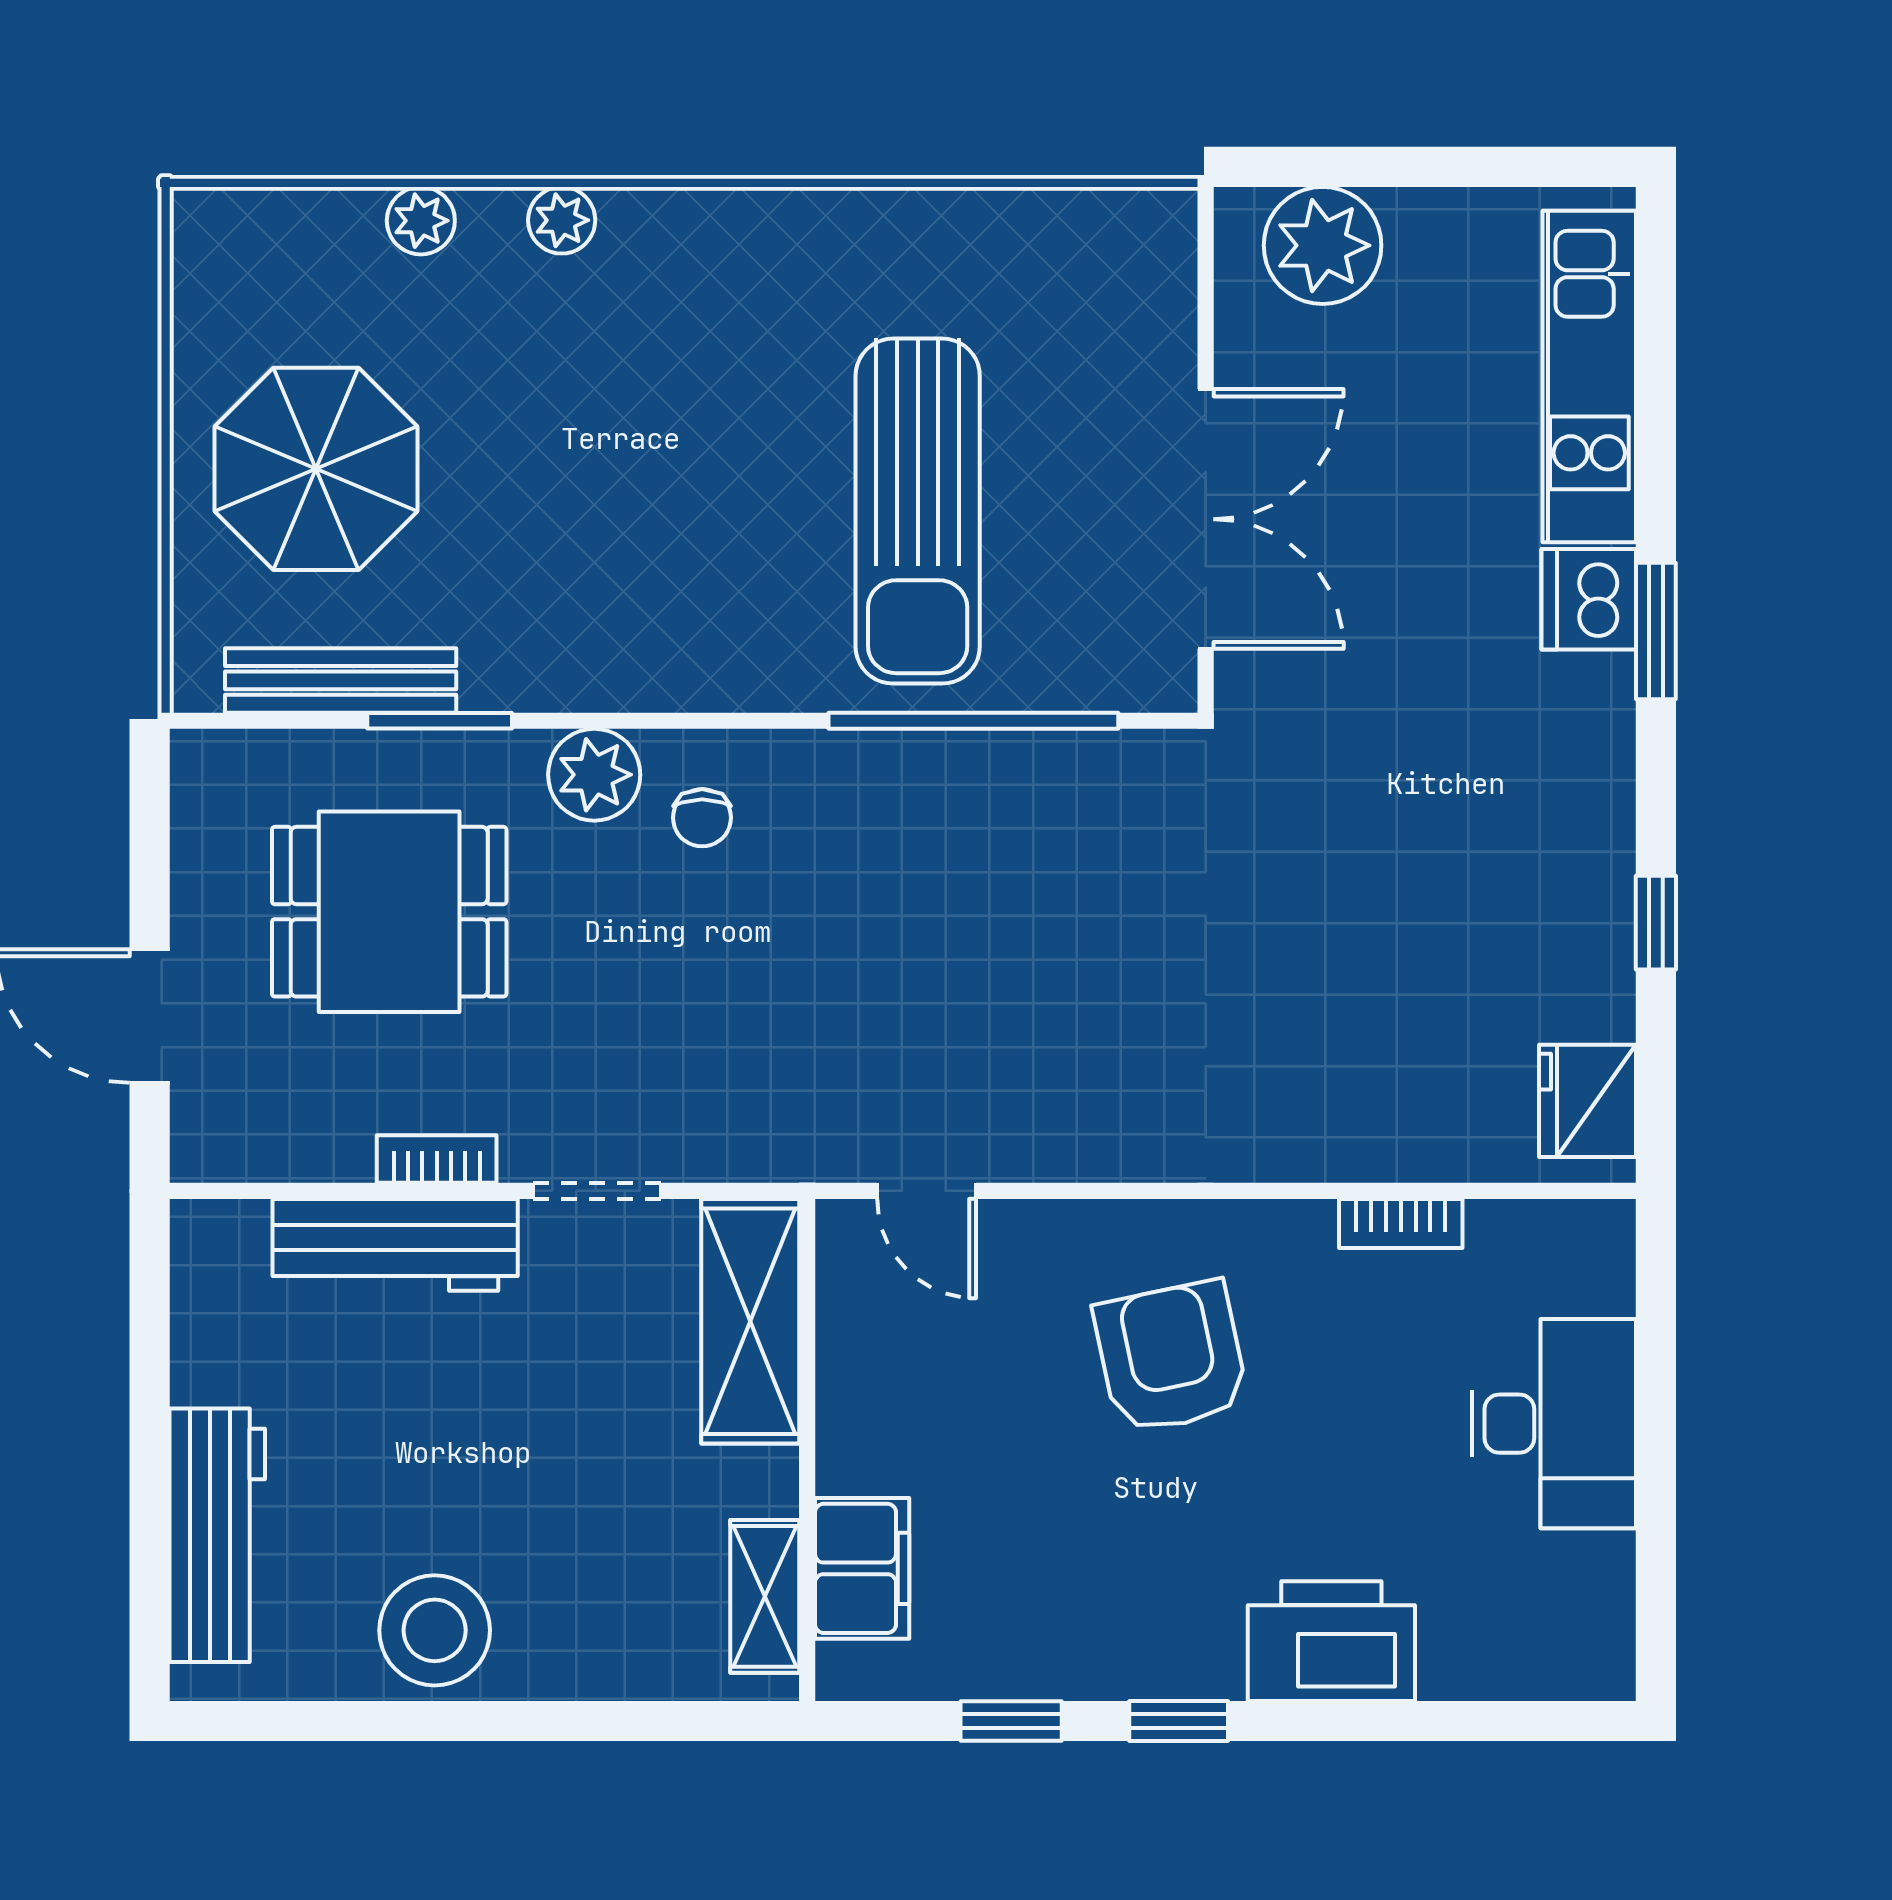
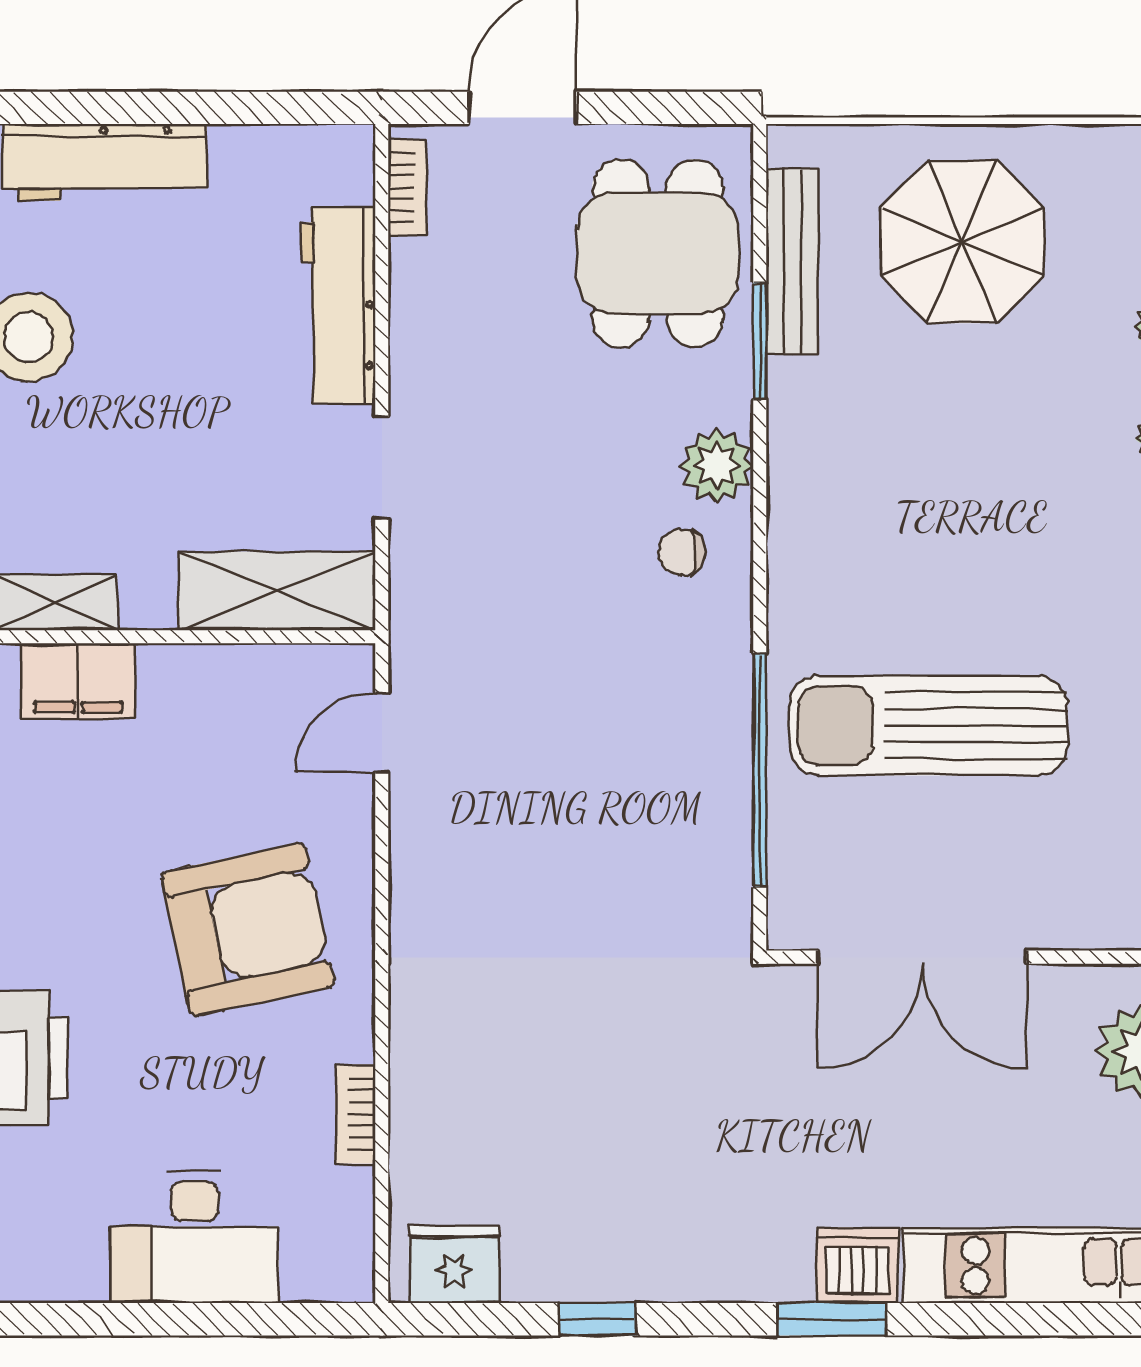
dining table: (389, 912) -> (658, 253), moved
bookcase: (437, 1159) -> (407, 188), moved
armchair: (1171, 1357) -> (248, 929), width x1.36, depth x1.36

